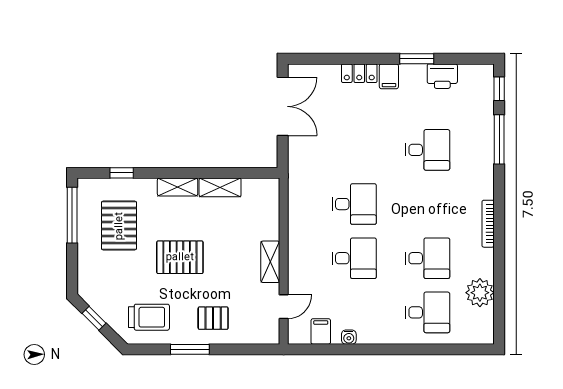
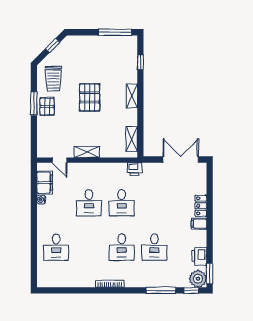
window: (417, 59) -> (210, 273), moved
double door: (283, 106) -> (181, 159), swing flipped
printer: (298, 183) -> (135, 169), added
shelving: (220, 187) -> (132, 139), moved
pallet: (119, 226) -> (109, 61), removed
desk: (428, 258) -> (122, 247), moved
plant: (480, 293) -> (198, 279), moved
pallet: (213, 318) -> (47, 107), moved
filing cabinet: (321, 331) -> (45, 183), width x2.00

